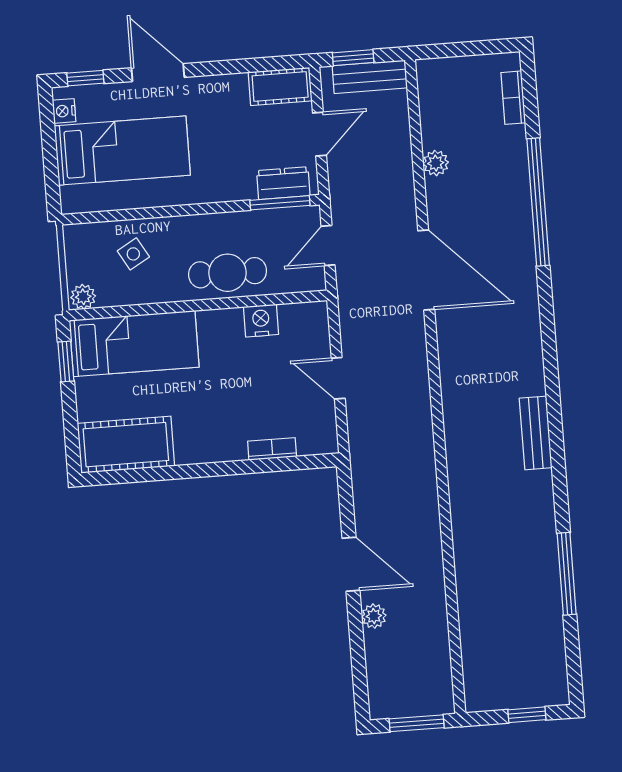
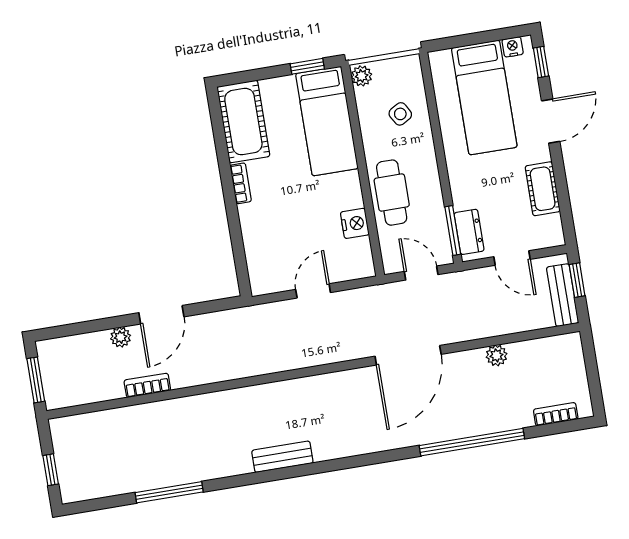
cot: (280, 86) -> (543, 189), moved
bookcase: (272, 449) -> (241, 183), moved
bookcase: (435, 589) -> (147, 385), added

